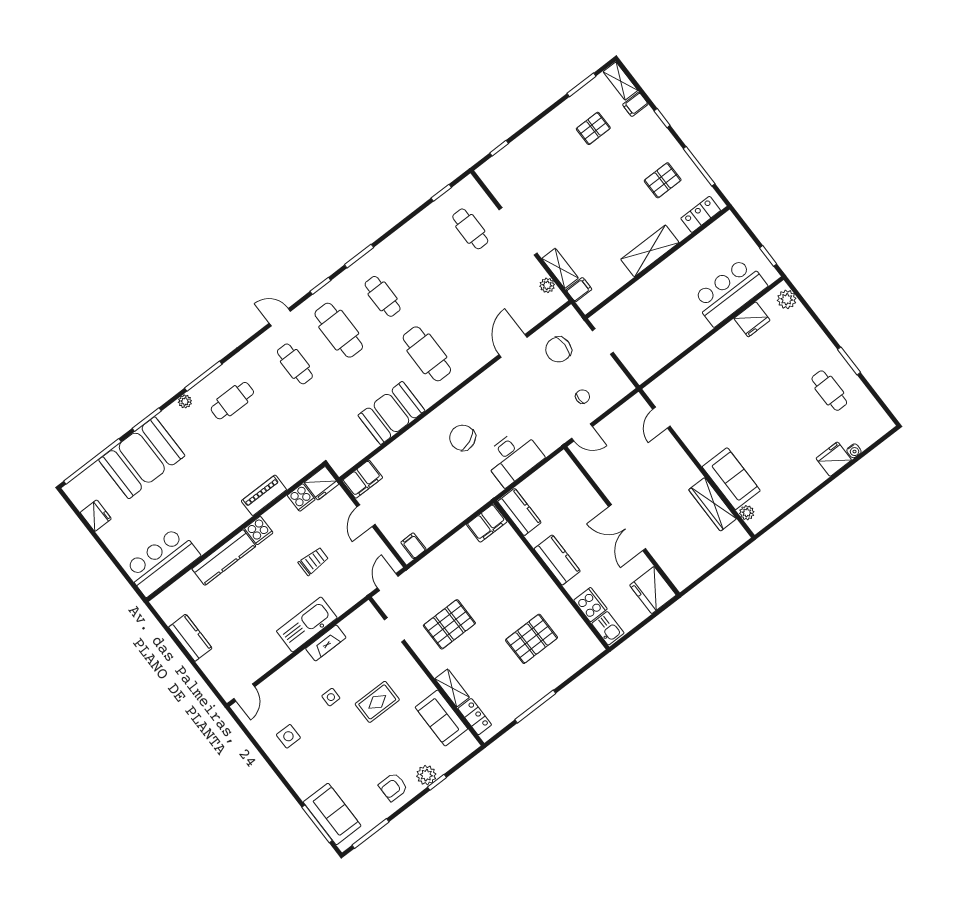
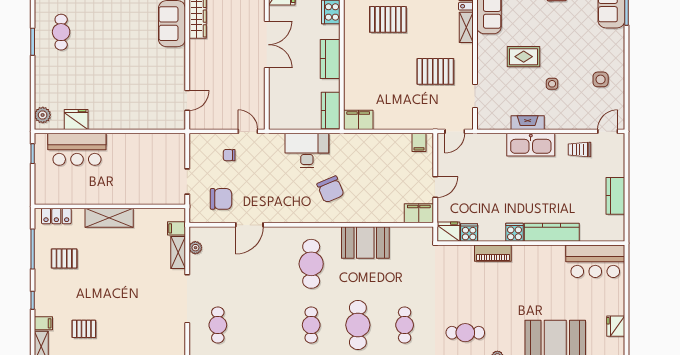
trolley: (313, 561) -> (579, 149), moved

